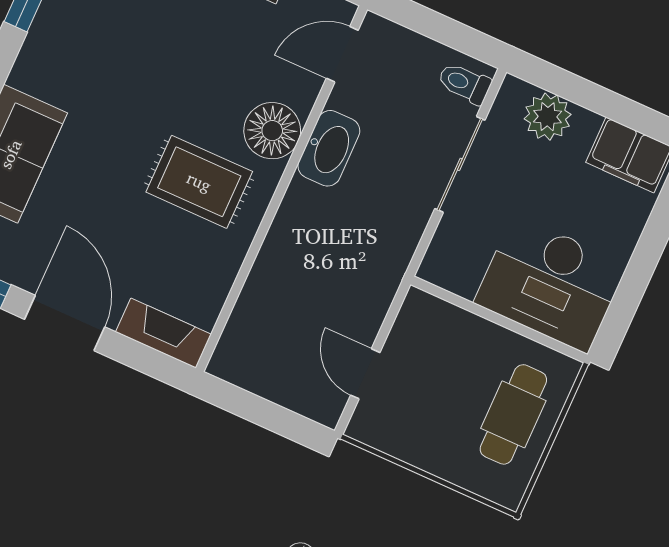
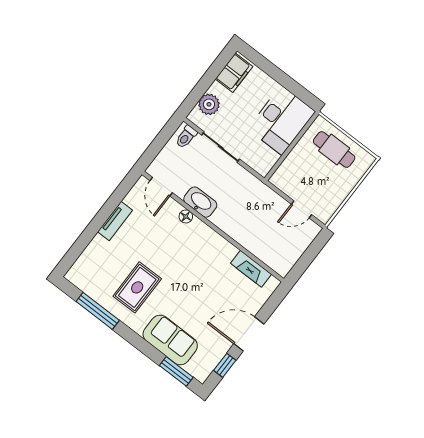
floor lamp: (272, 131) -> (186, 216), width x0.53, depth x0.53
rug: (199, 182) -> (137, 287), moved
fireplace: (163, 333) -> (251, 269), moved, turned -90

